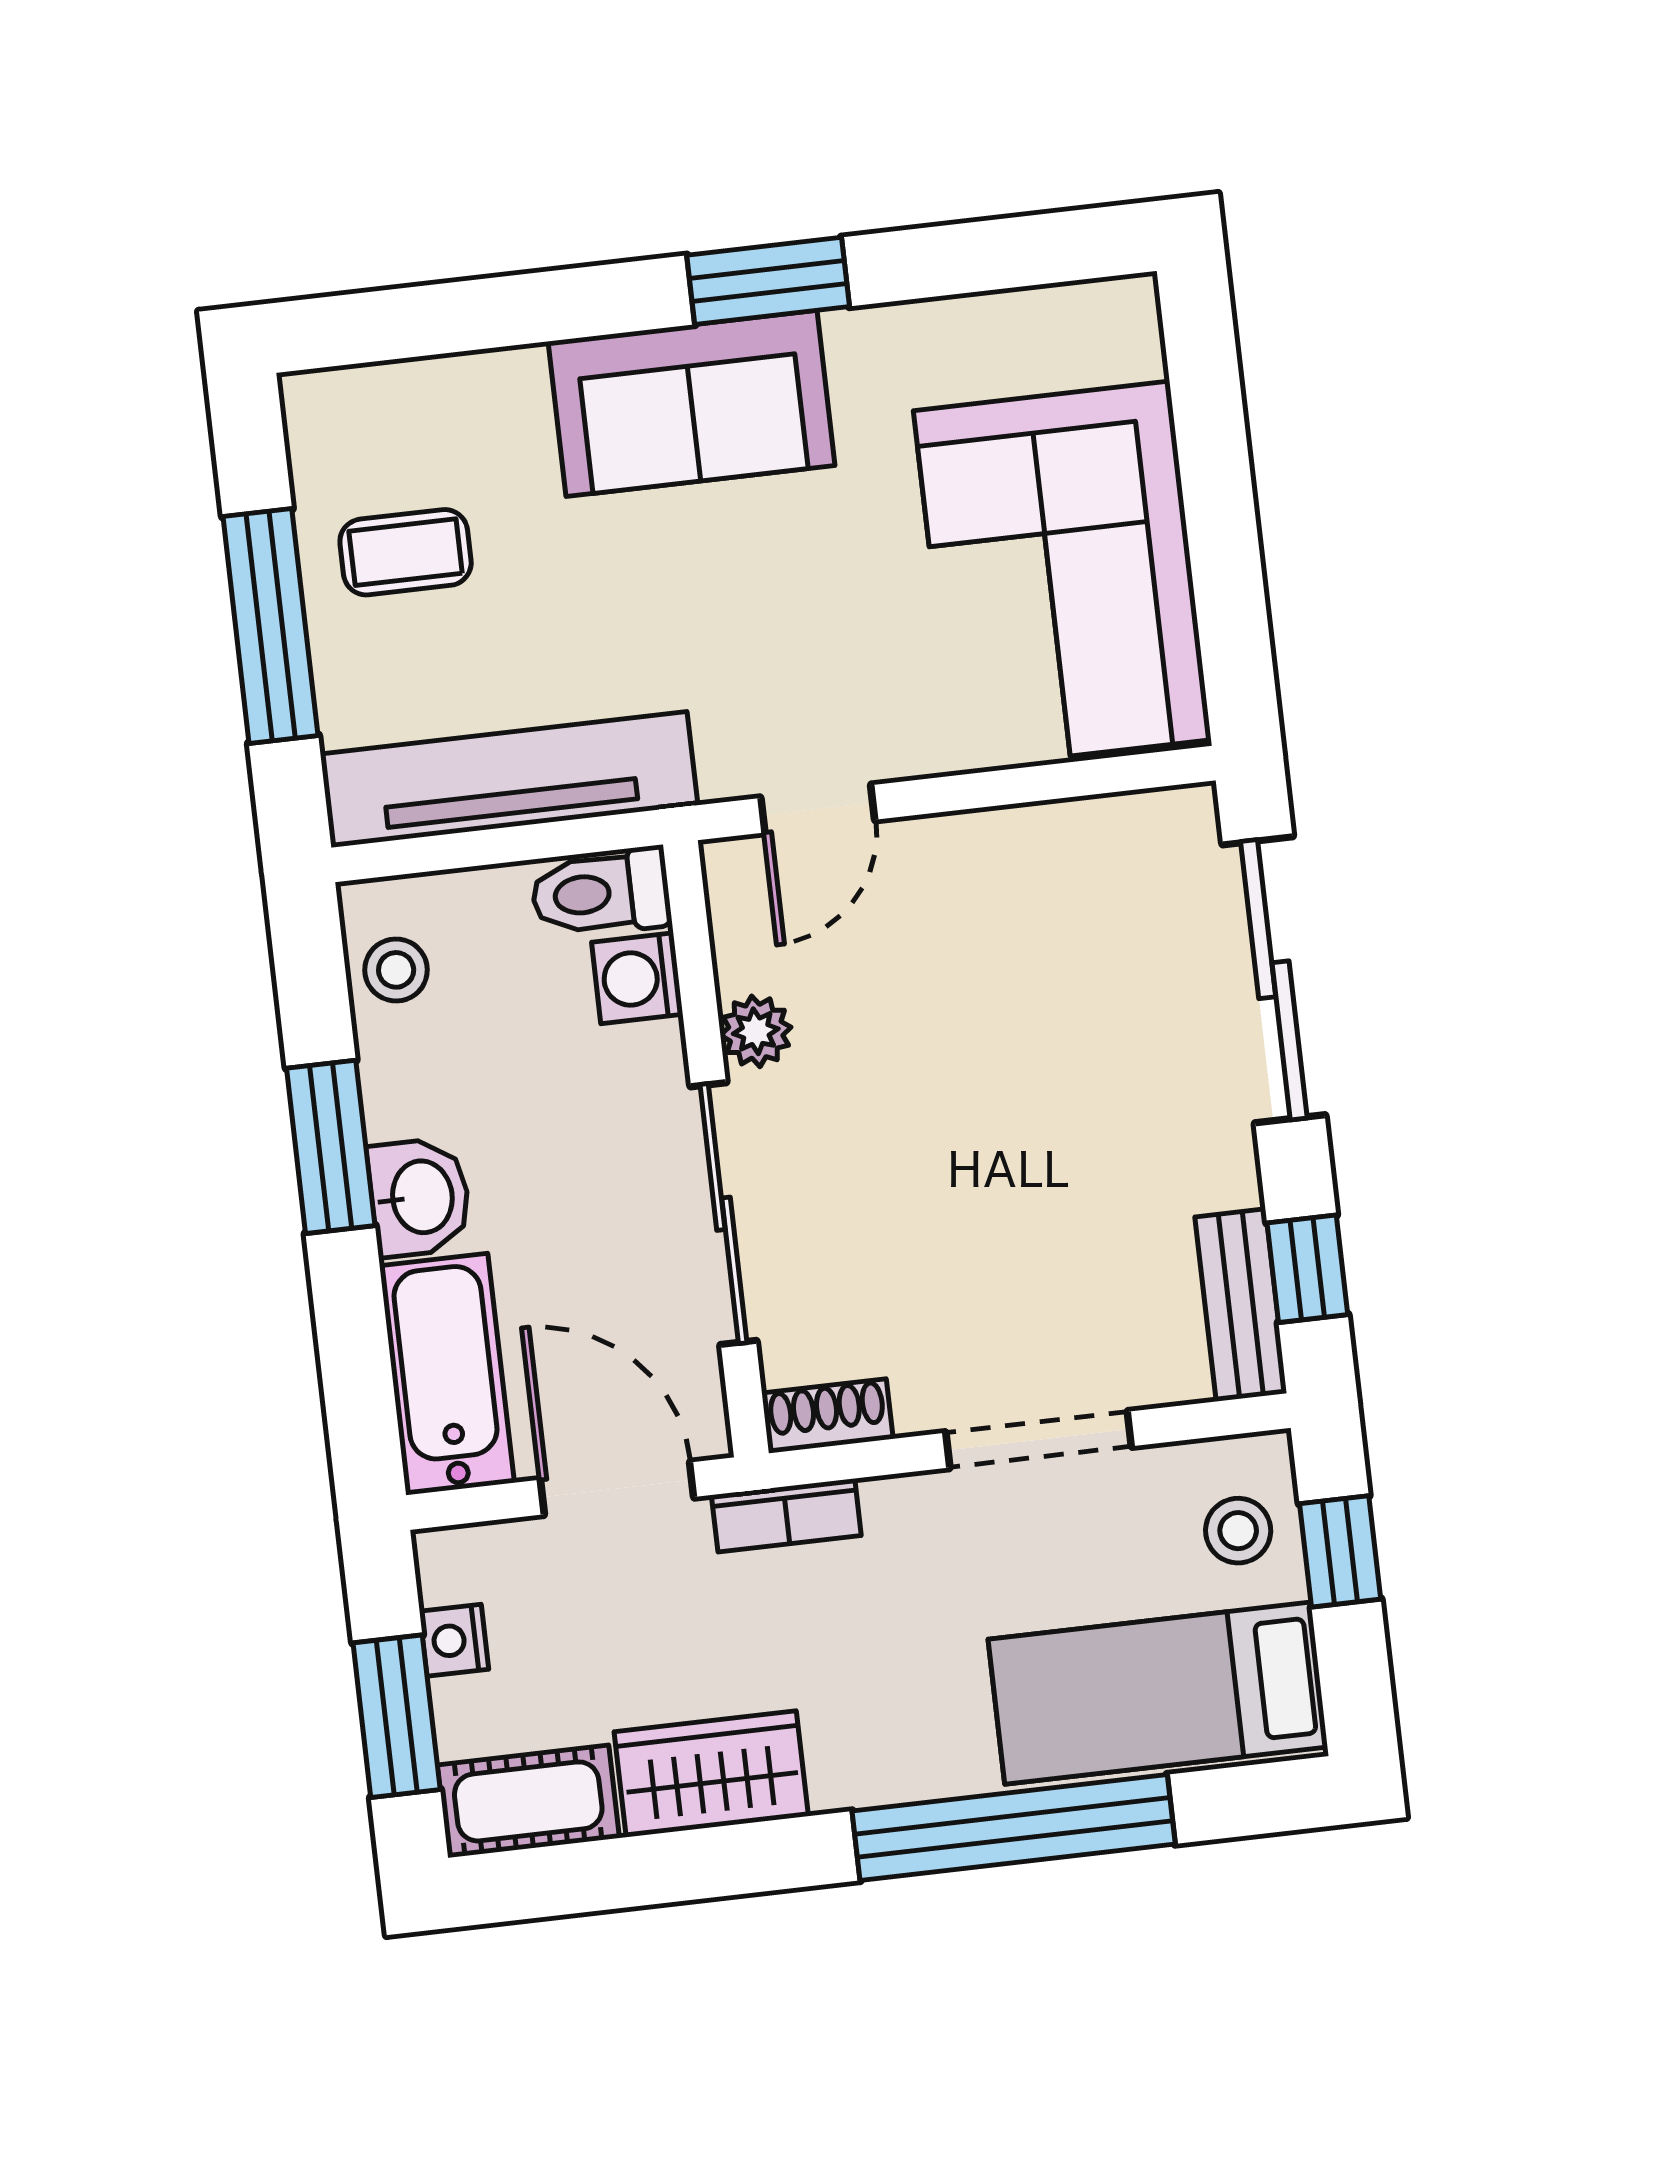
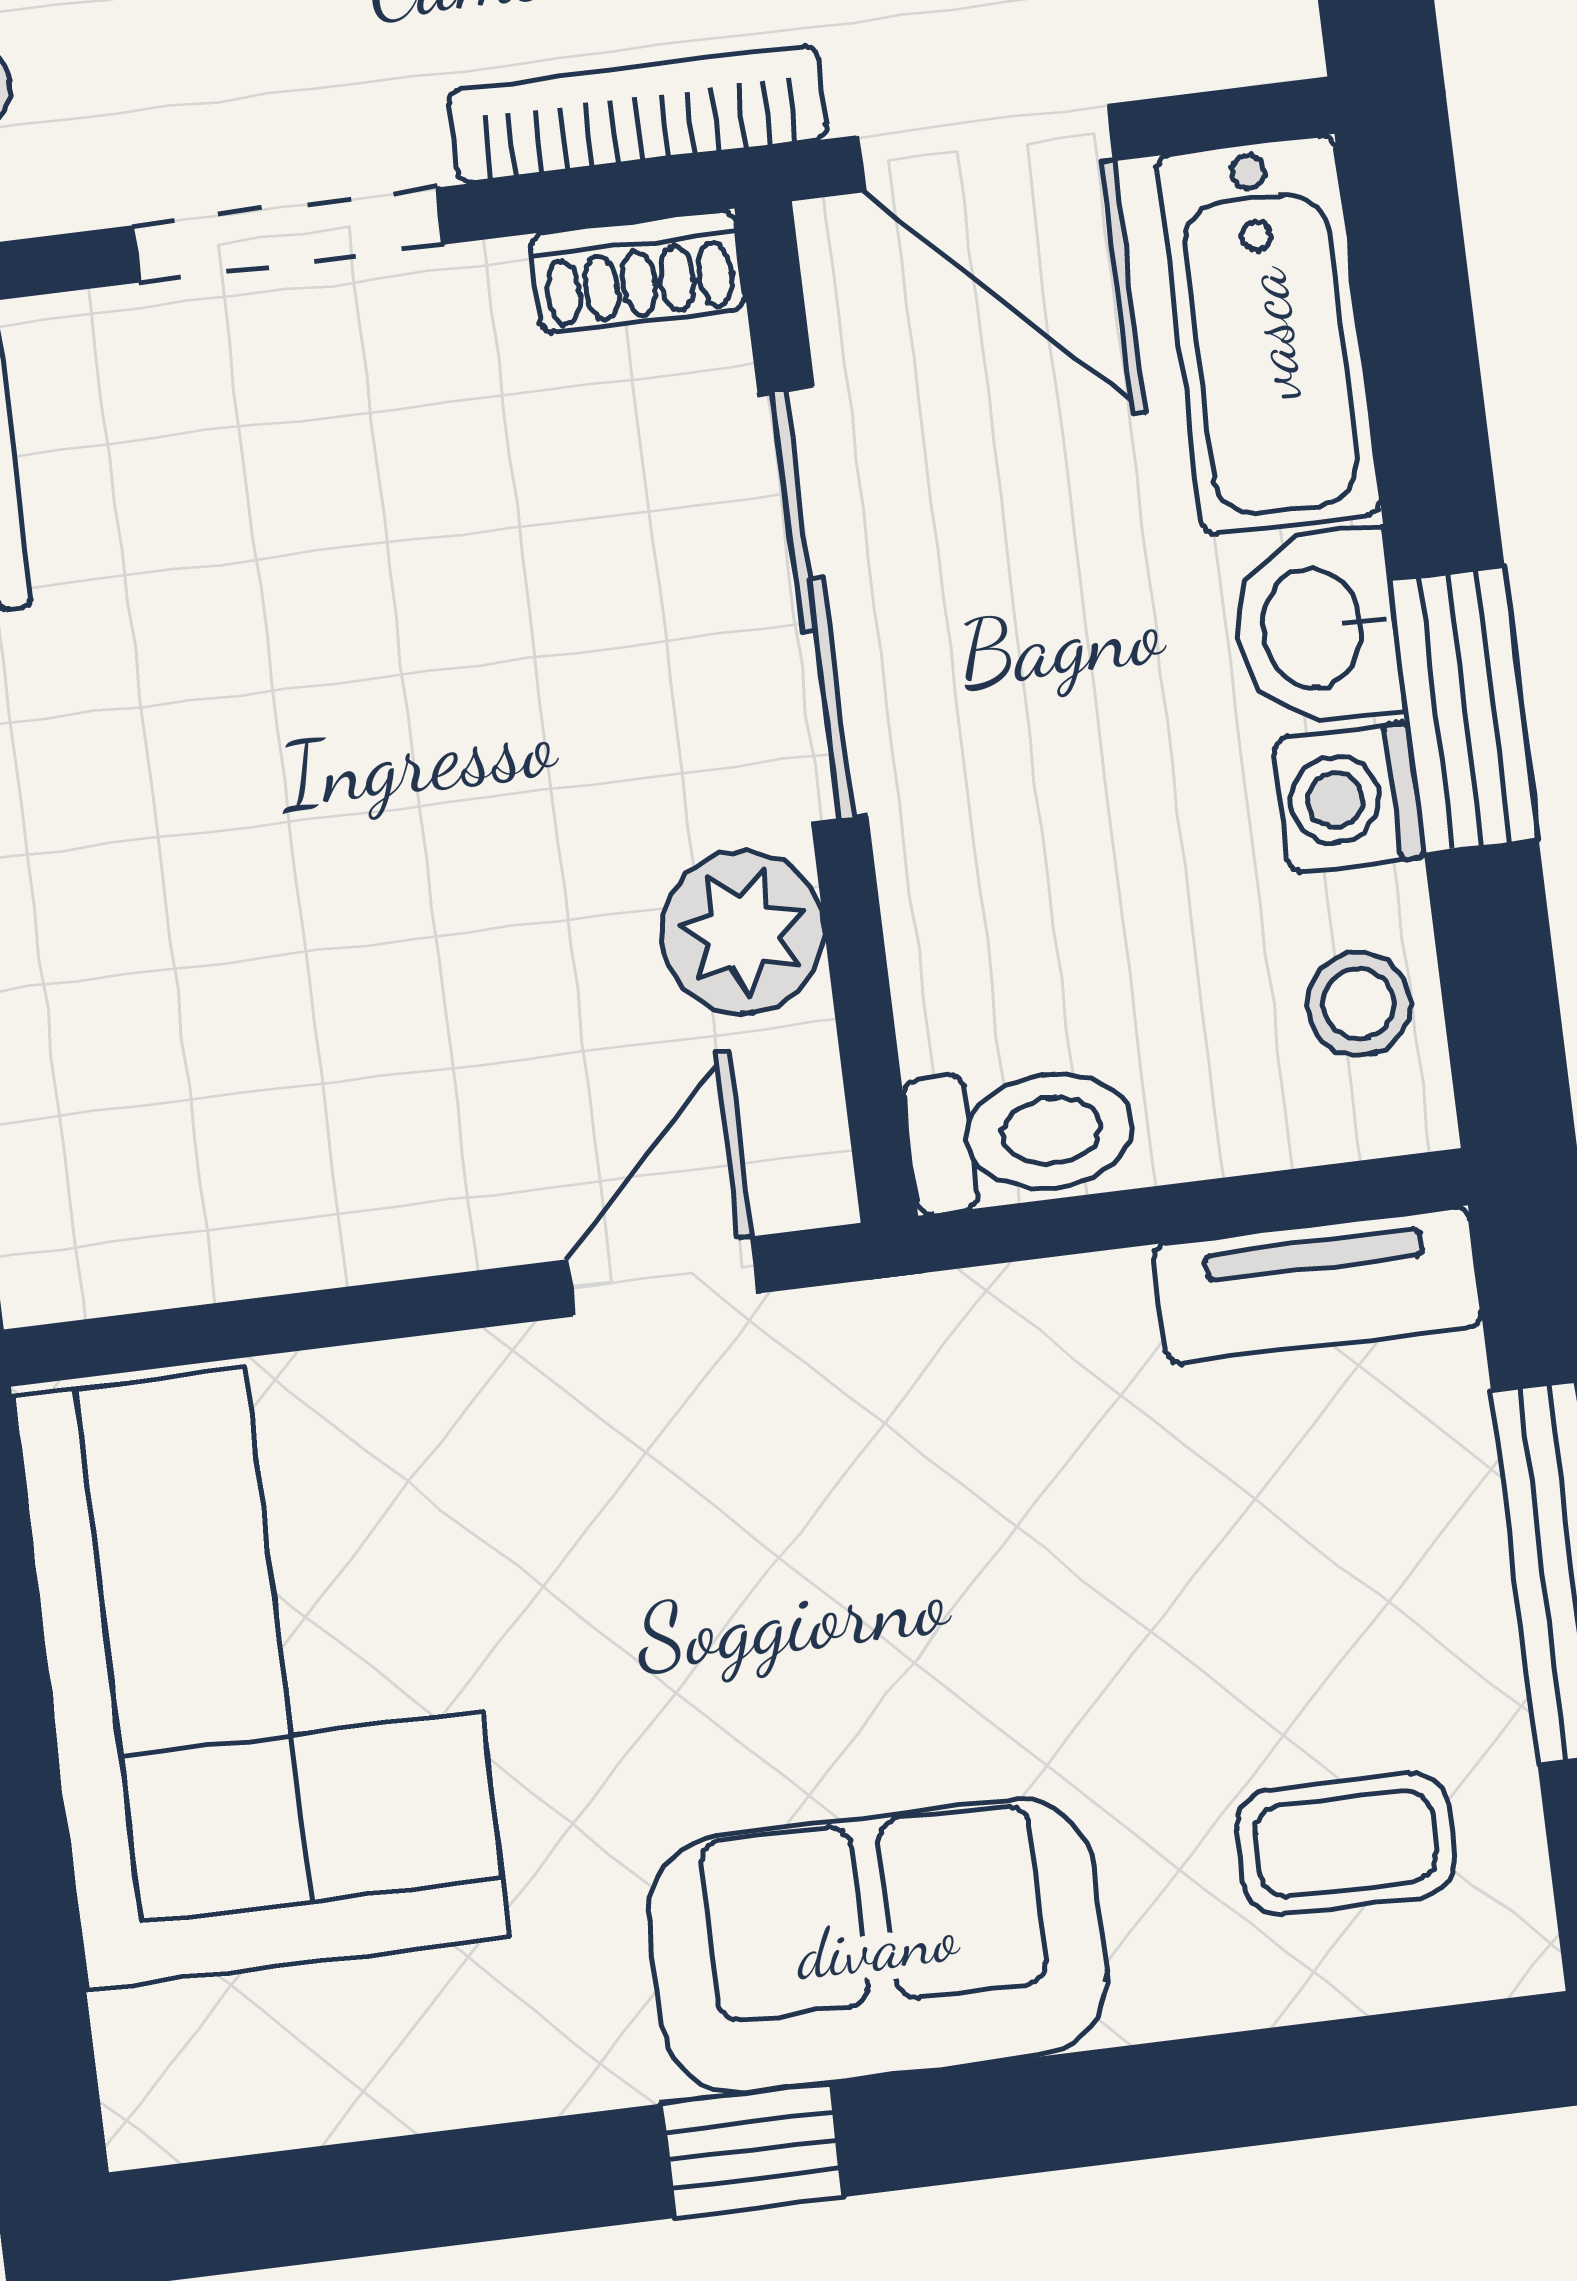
window: (768, 281) -> (752, 2150), width x0.67
coffee table: (406, 552) -> (1346, 1844), moved
tv unit: (509, 780) -> (1317, 1285), width x0.52, depth x0.78
washing machine: (637, 978) -> (1349, 798), moved, turned 180
plant: (756, 1031) -> (743, 932), width x1.38, depth x1.38
bookcase: (786, 1515) -> (638, 114), width x1.56

